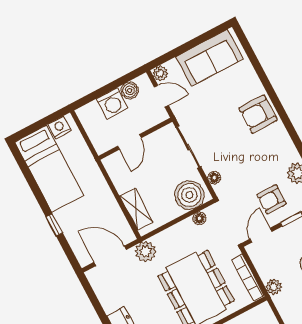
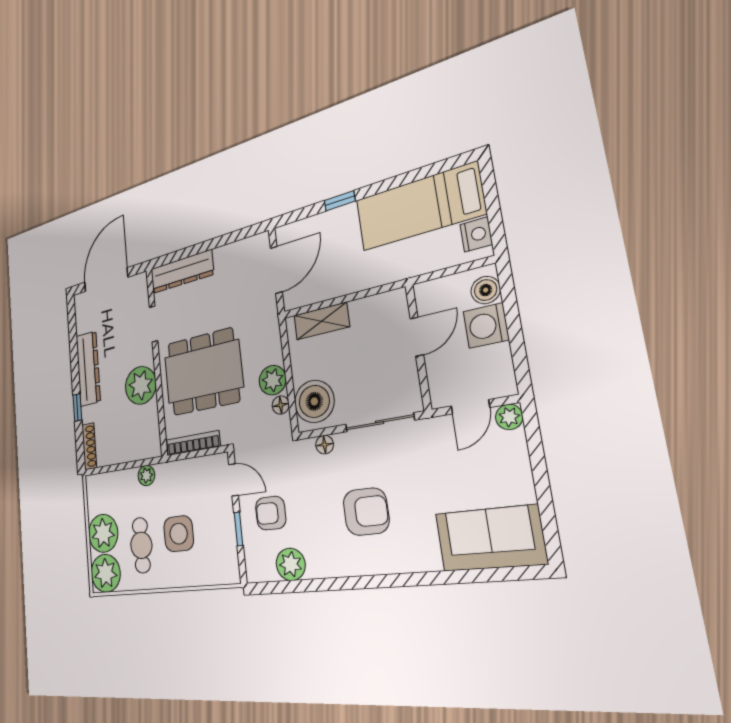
sofa: (209, 58) -> (490, 538), moved, turned 90
boiler: (130, 90) -> (486, 290), moved
armchair: (258, 114) -> (366, 512), moved, turned 90
door: (129, 142) -> (417, 337), swing flipped
armchair: (272, 199) -> (271, 513), turned -90
plant: (146, 251) -> (273, 380), moved
plant: (274, 287) -> (146, 475), moved

